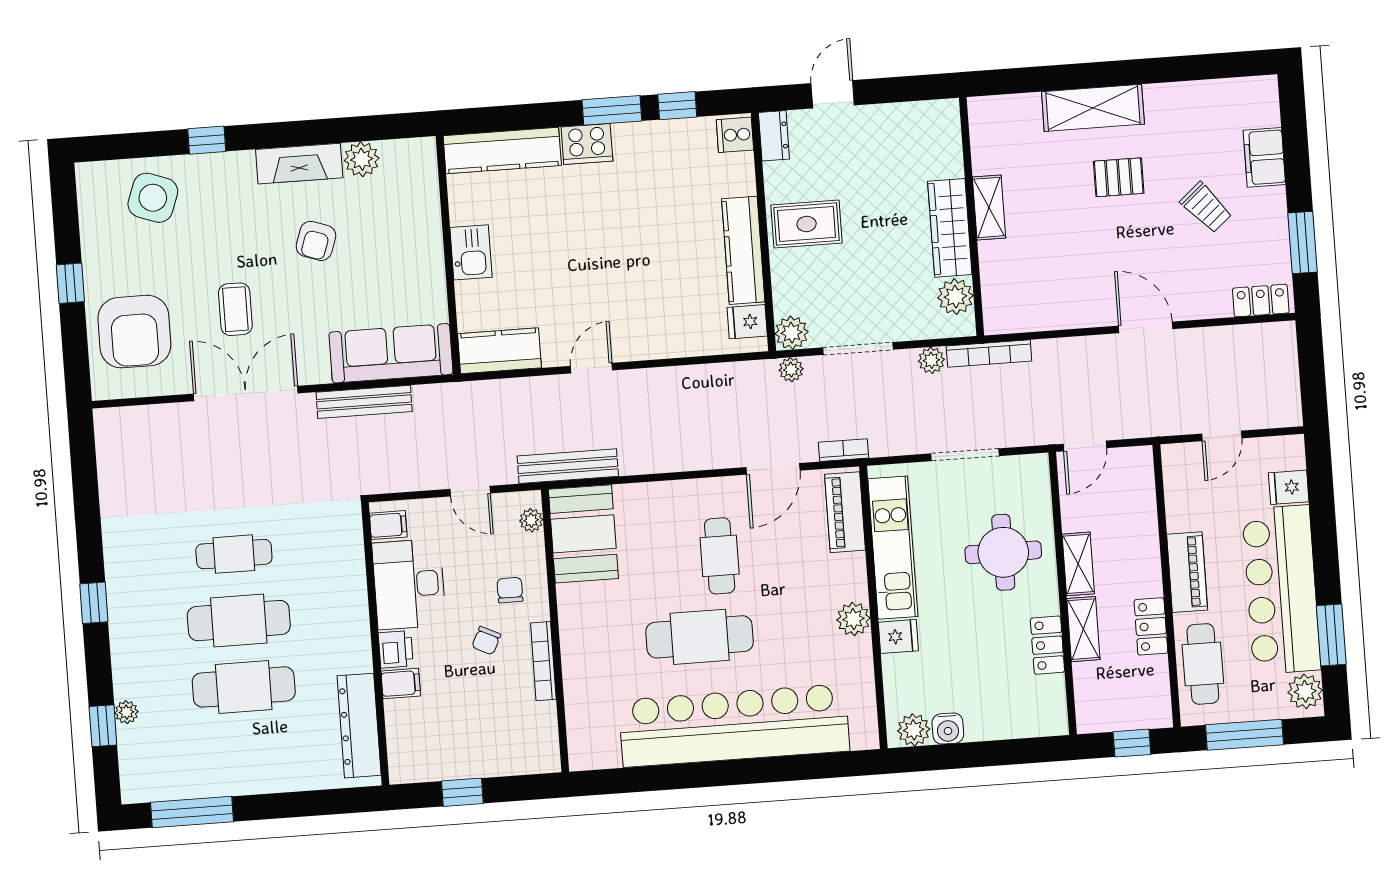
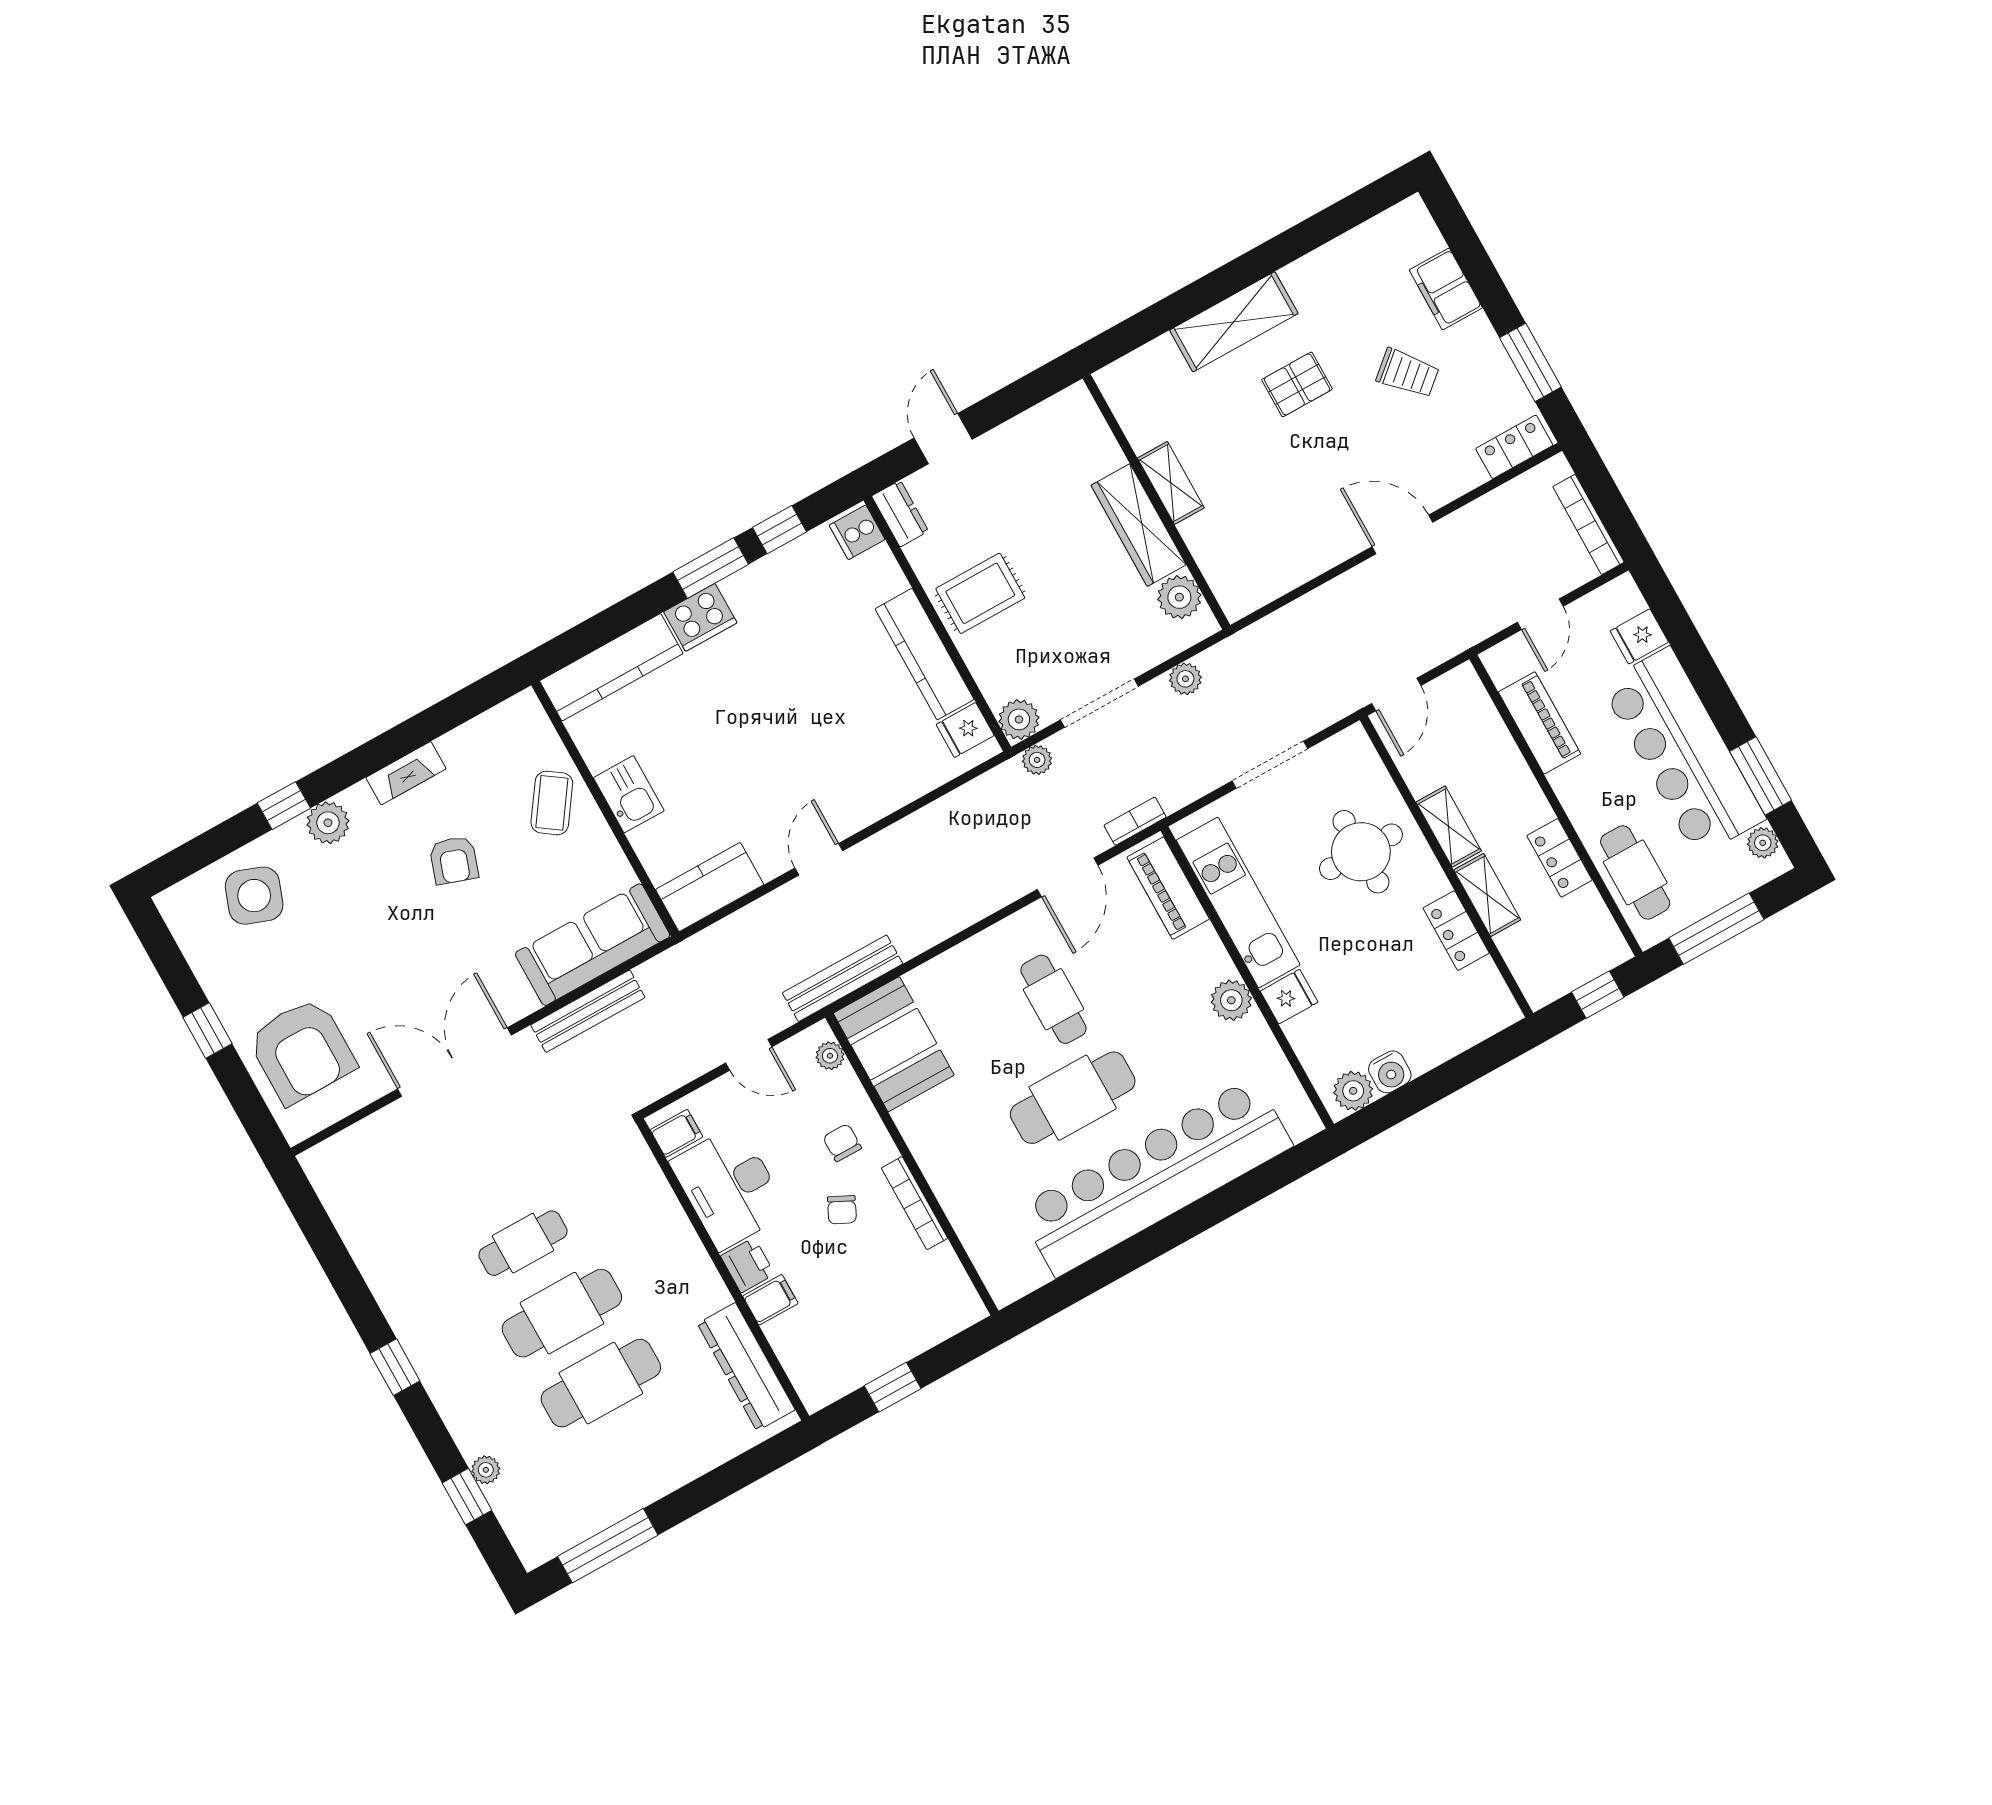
plant: (362, 159) -> (328, 823), moved
fireplace: (299, 164) -> (406, 773), width x0.73, depth x0.76
coffee table: (235, 309) -> (552, 803), moved, turned 35
bookcase: (989, 353) -> (1588, 524), moved, turned 90
piano: (1187, 572) -> (1539, 723), moved
plant: (1305, 691) -> (1763, 843), width x0.73, depth x0.73

